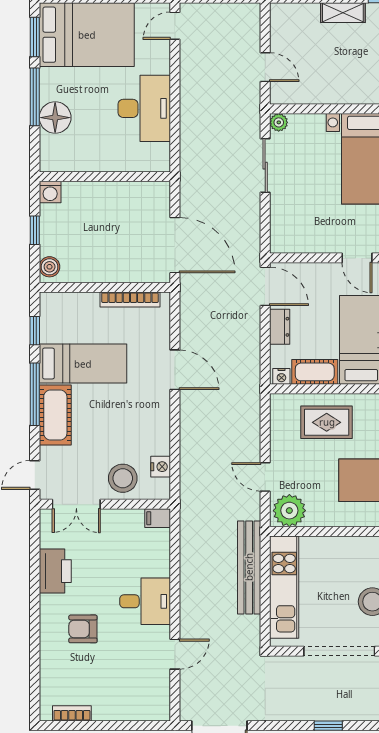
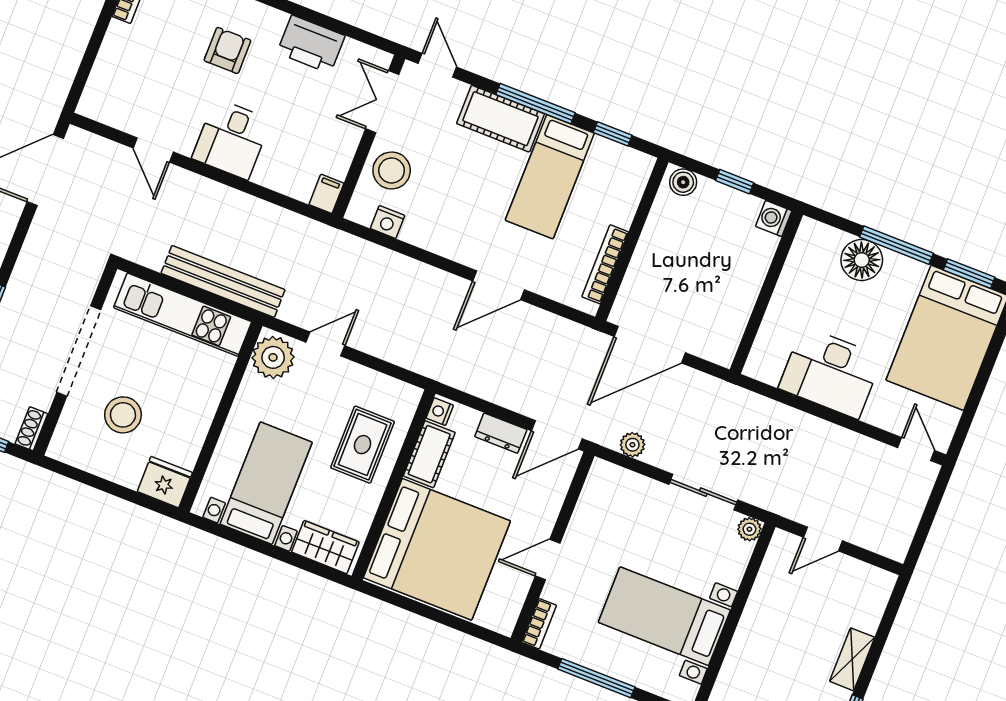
plant: (251, 230) -> (632, 445), added

